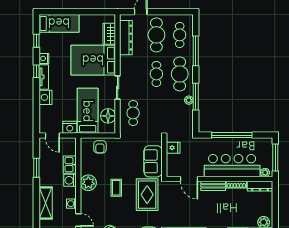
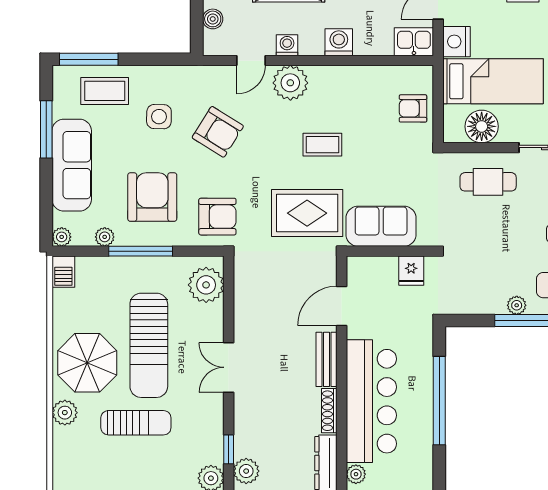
kitchen sink: (70, 165) -> (414, 42), moved
plant: (88, 183) -> (290, 83), moved

